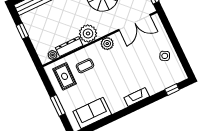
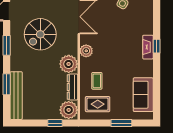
window: (22, 31) -> (55, 123), moved
plant: (53, 55) -> (69, 110), width x1.88, depth x1.88
window: (172, 90) -> (157, 46), moved

